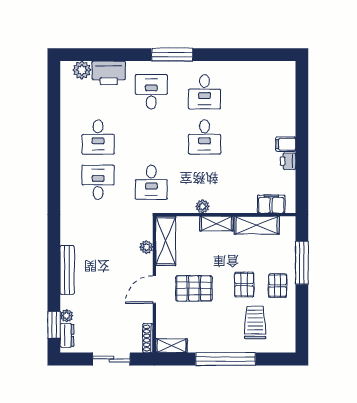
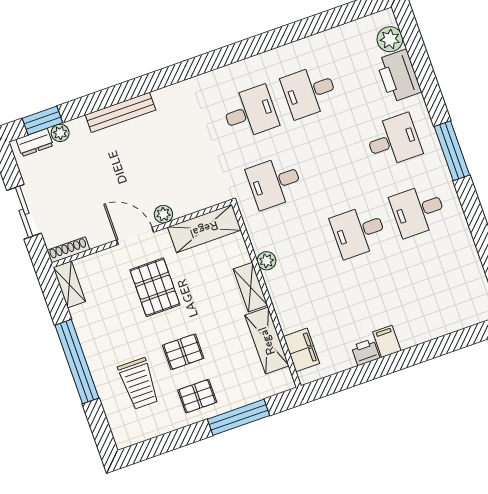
plant: (146, 247) -> (163, 214), moved
trolley: (255, 322) -> (139, 384), turned 90

